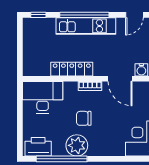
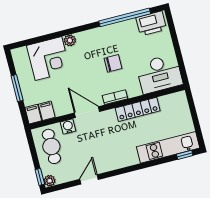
window: (84, 15) -> (139, 167), removed
kitchen unit: (86, 26) -> (168, 147), moved
plant: (77, 145) -> (70, 40), moved, width x0.53, depth x0.53

